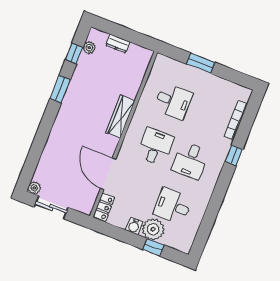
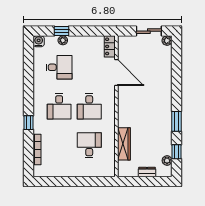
window: (201, 63) -> (80, 181), removed
desk: (173, 101) -> (89, 145), turned 90
wardrobe: (121, 117) -> (124, 144), moved
desk: (190, 160) -> (59, 106), turned 180
water cooler: (134, 226) -> (39, 41), moved
plant: (153, 229) -> (63, 40), width x0.53, depth x0.53

